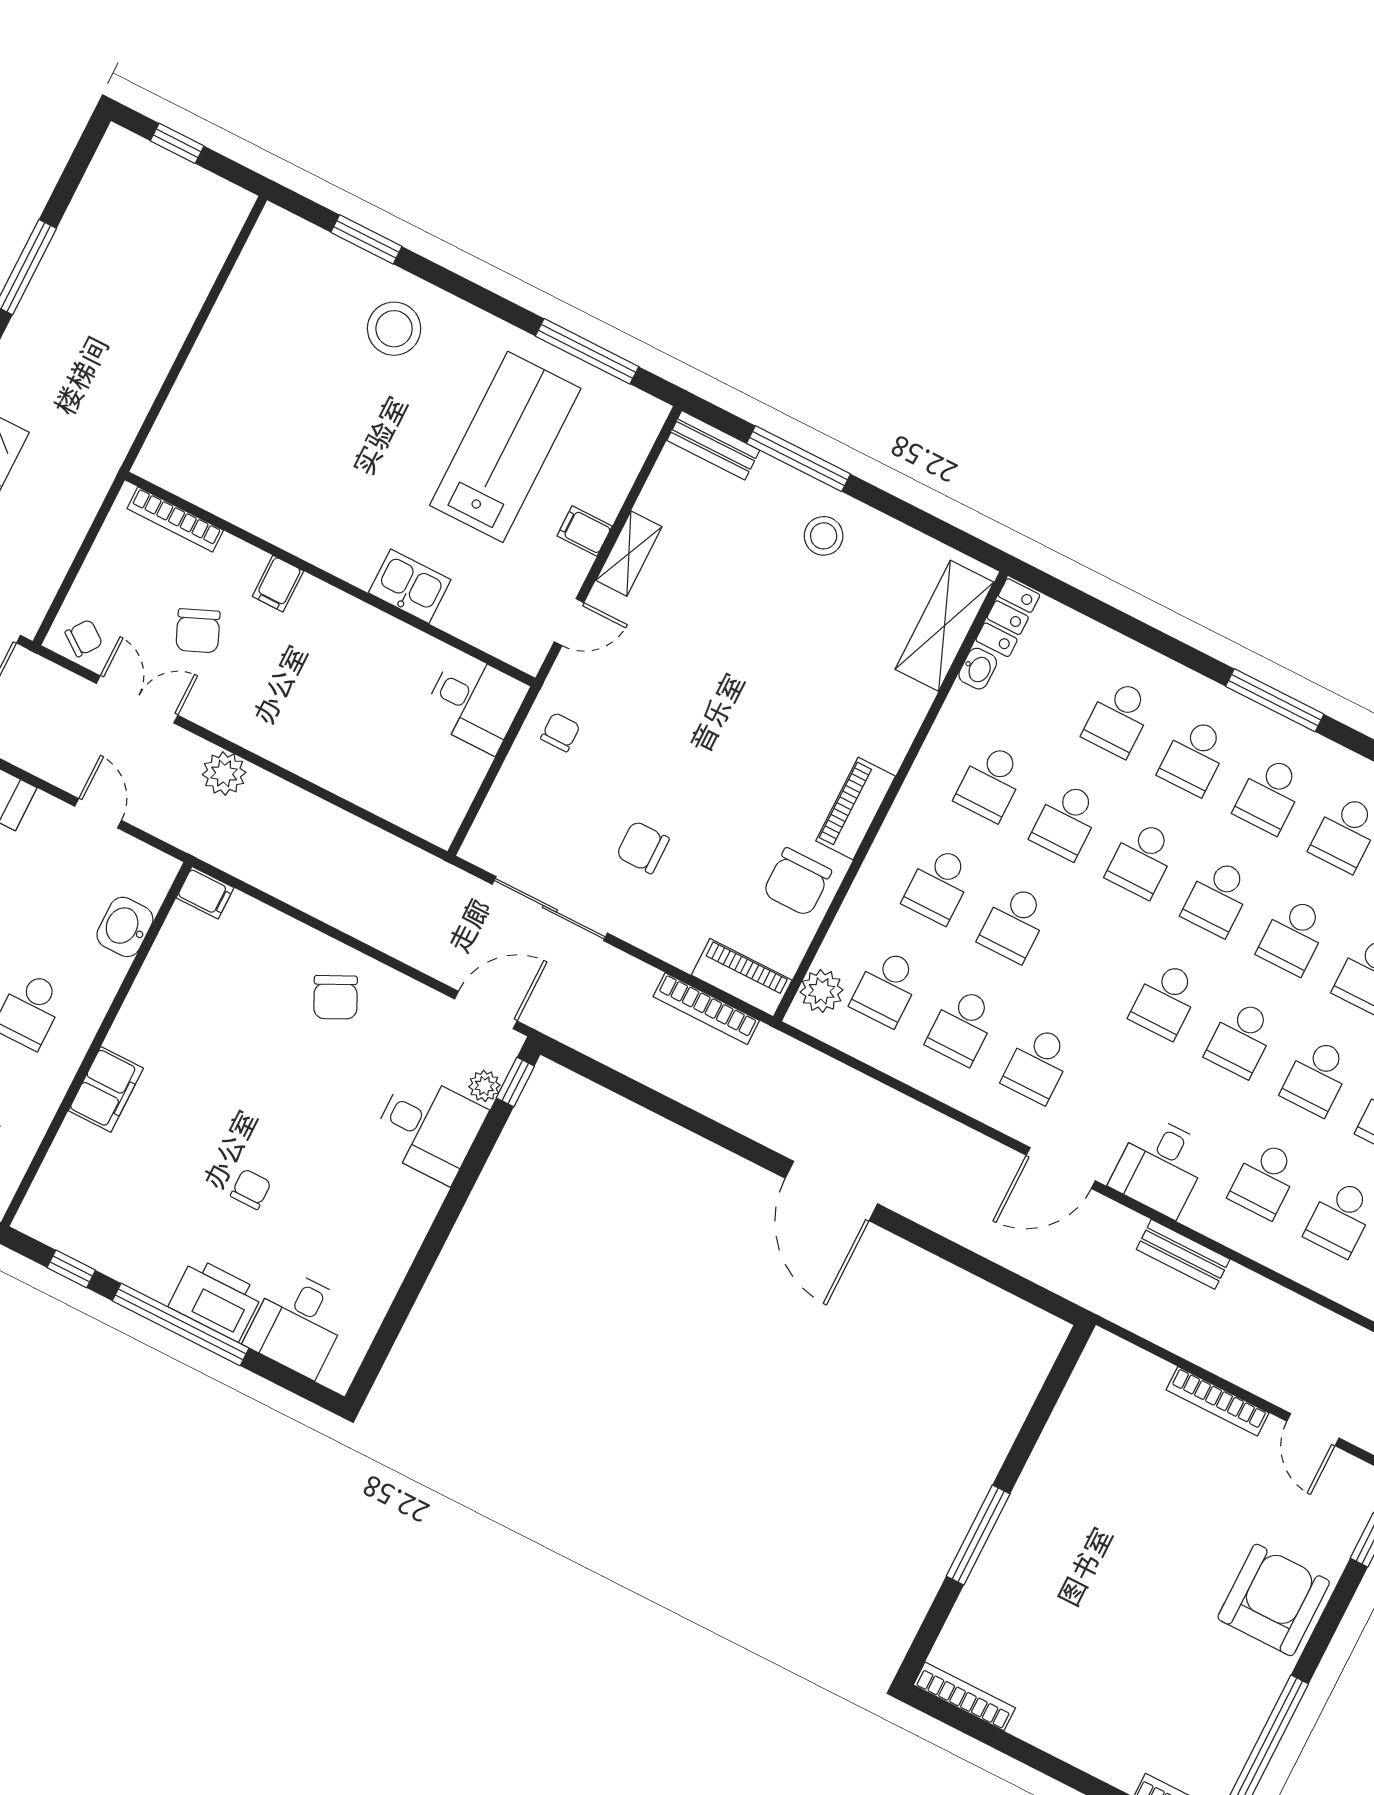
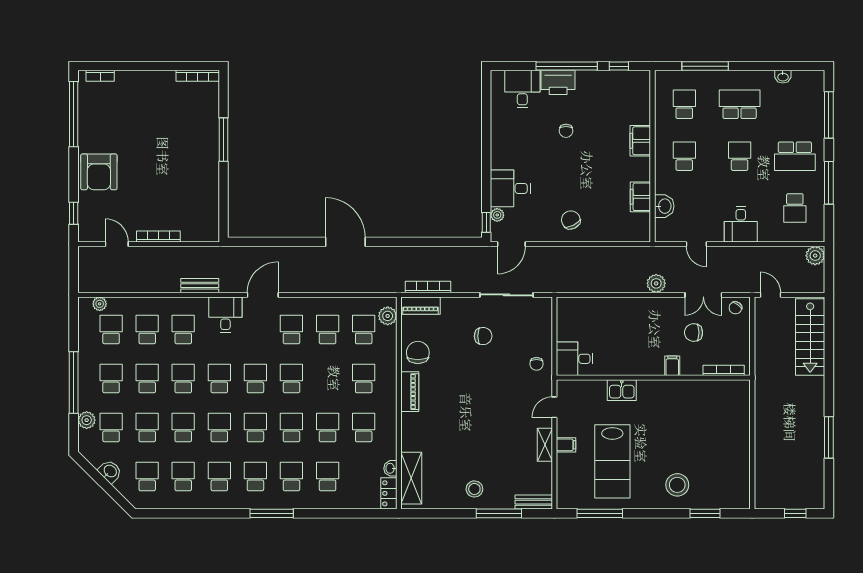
chair: (198, 631) -> (694, 333), turned -67
filing cabinet: (205, 893) -> (640, 197), moved, width x2.00
school desk: (1014, 924) -> (291, 379), moved

